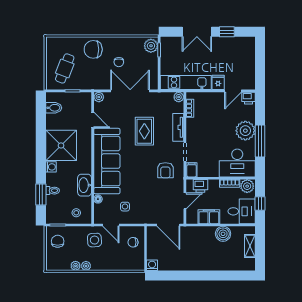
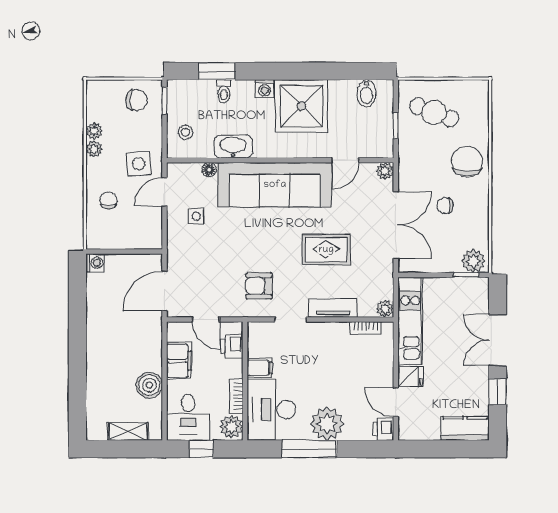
kitchen counter: (248, 51) -> (465, 428), added
filing cabinet: (192, 170) -> (260, 368), moved
chair: (133, 242) -> (108, 200), moved

